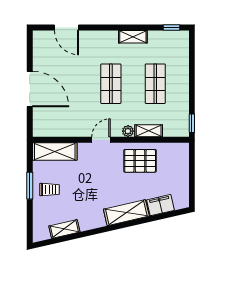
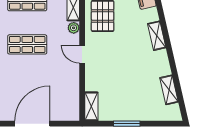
shelving: (55, 152) -> (91, 106), width x0.67, depth x0.75
trolley: (50, 190) -> (131, 104), removed
shelving: (126, 213) -> (157, 36), width x0.67, depth x0.75

